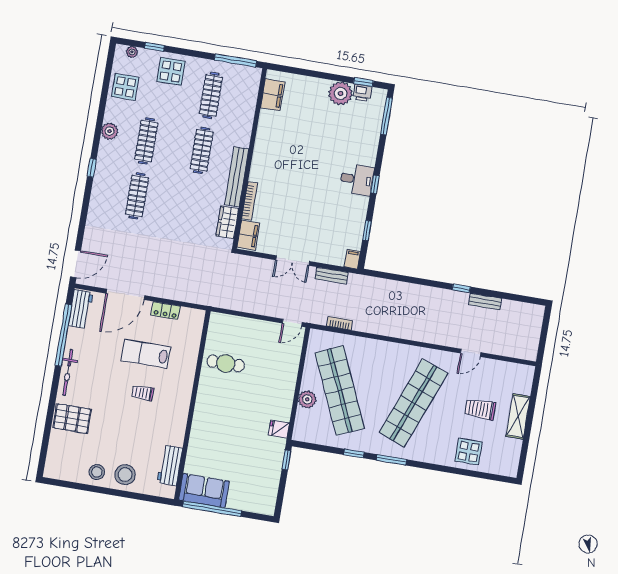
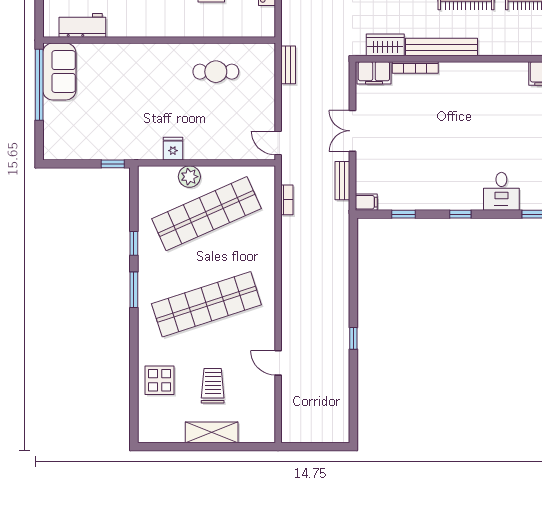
desk: (357, 179) -> (501, 191), moved
bench: (485, 302) -> (288, 65), moved
cafe table: (226, 363) -> (216, 72), turned 90
shop shelf: (413, 403) -> (206, 304), turned -39
fridge: (279, 429) -> (173, 149), moved

